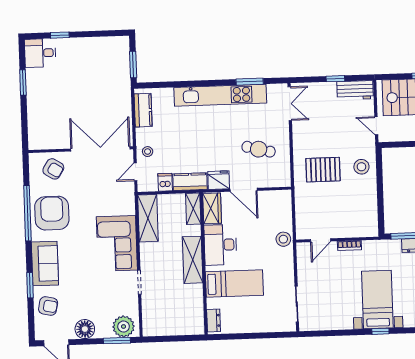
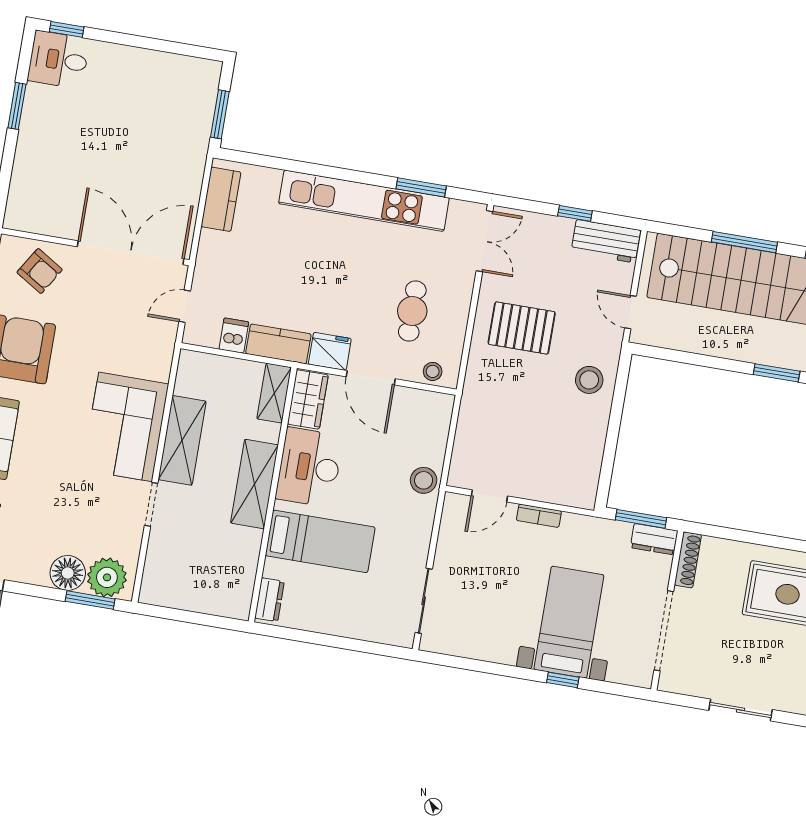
window: (60, 35) -> (67, 29), moved
cafe table: (259, 149) -> (412, 311), turned 76
stool: (148, 152) -> (433, 371), moved
pallet: (323, 170) -> (522, 328), moved
shelving: (148, 218) -> (182, 440), moved
floor lamp: (85, 329) -> (68, 573), moved

